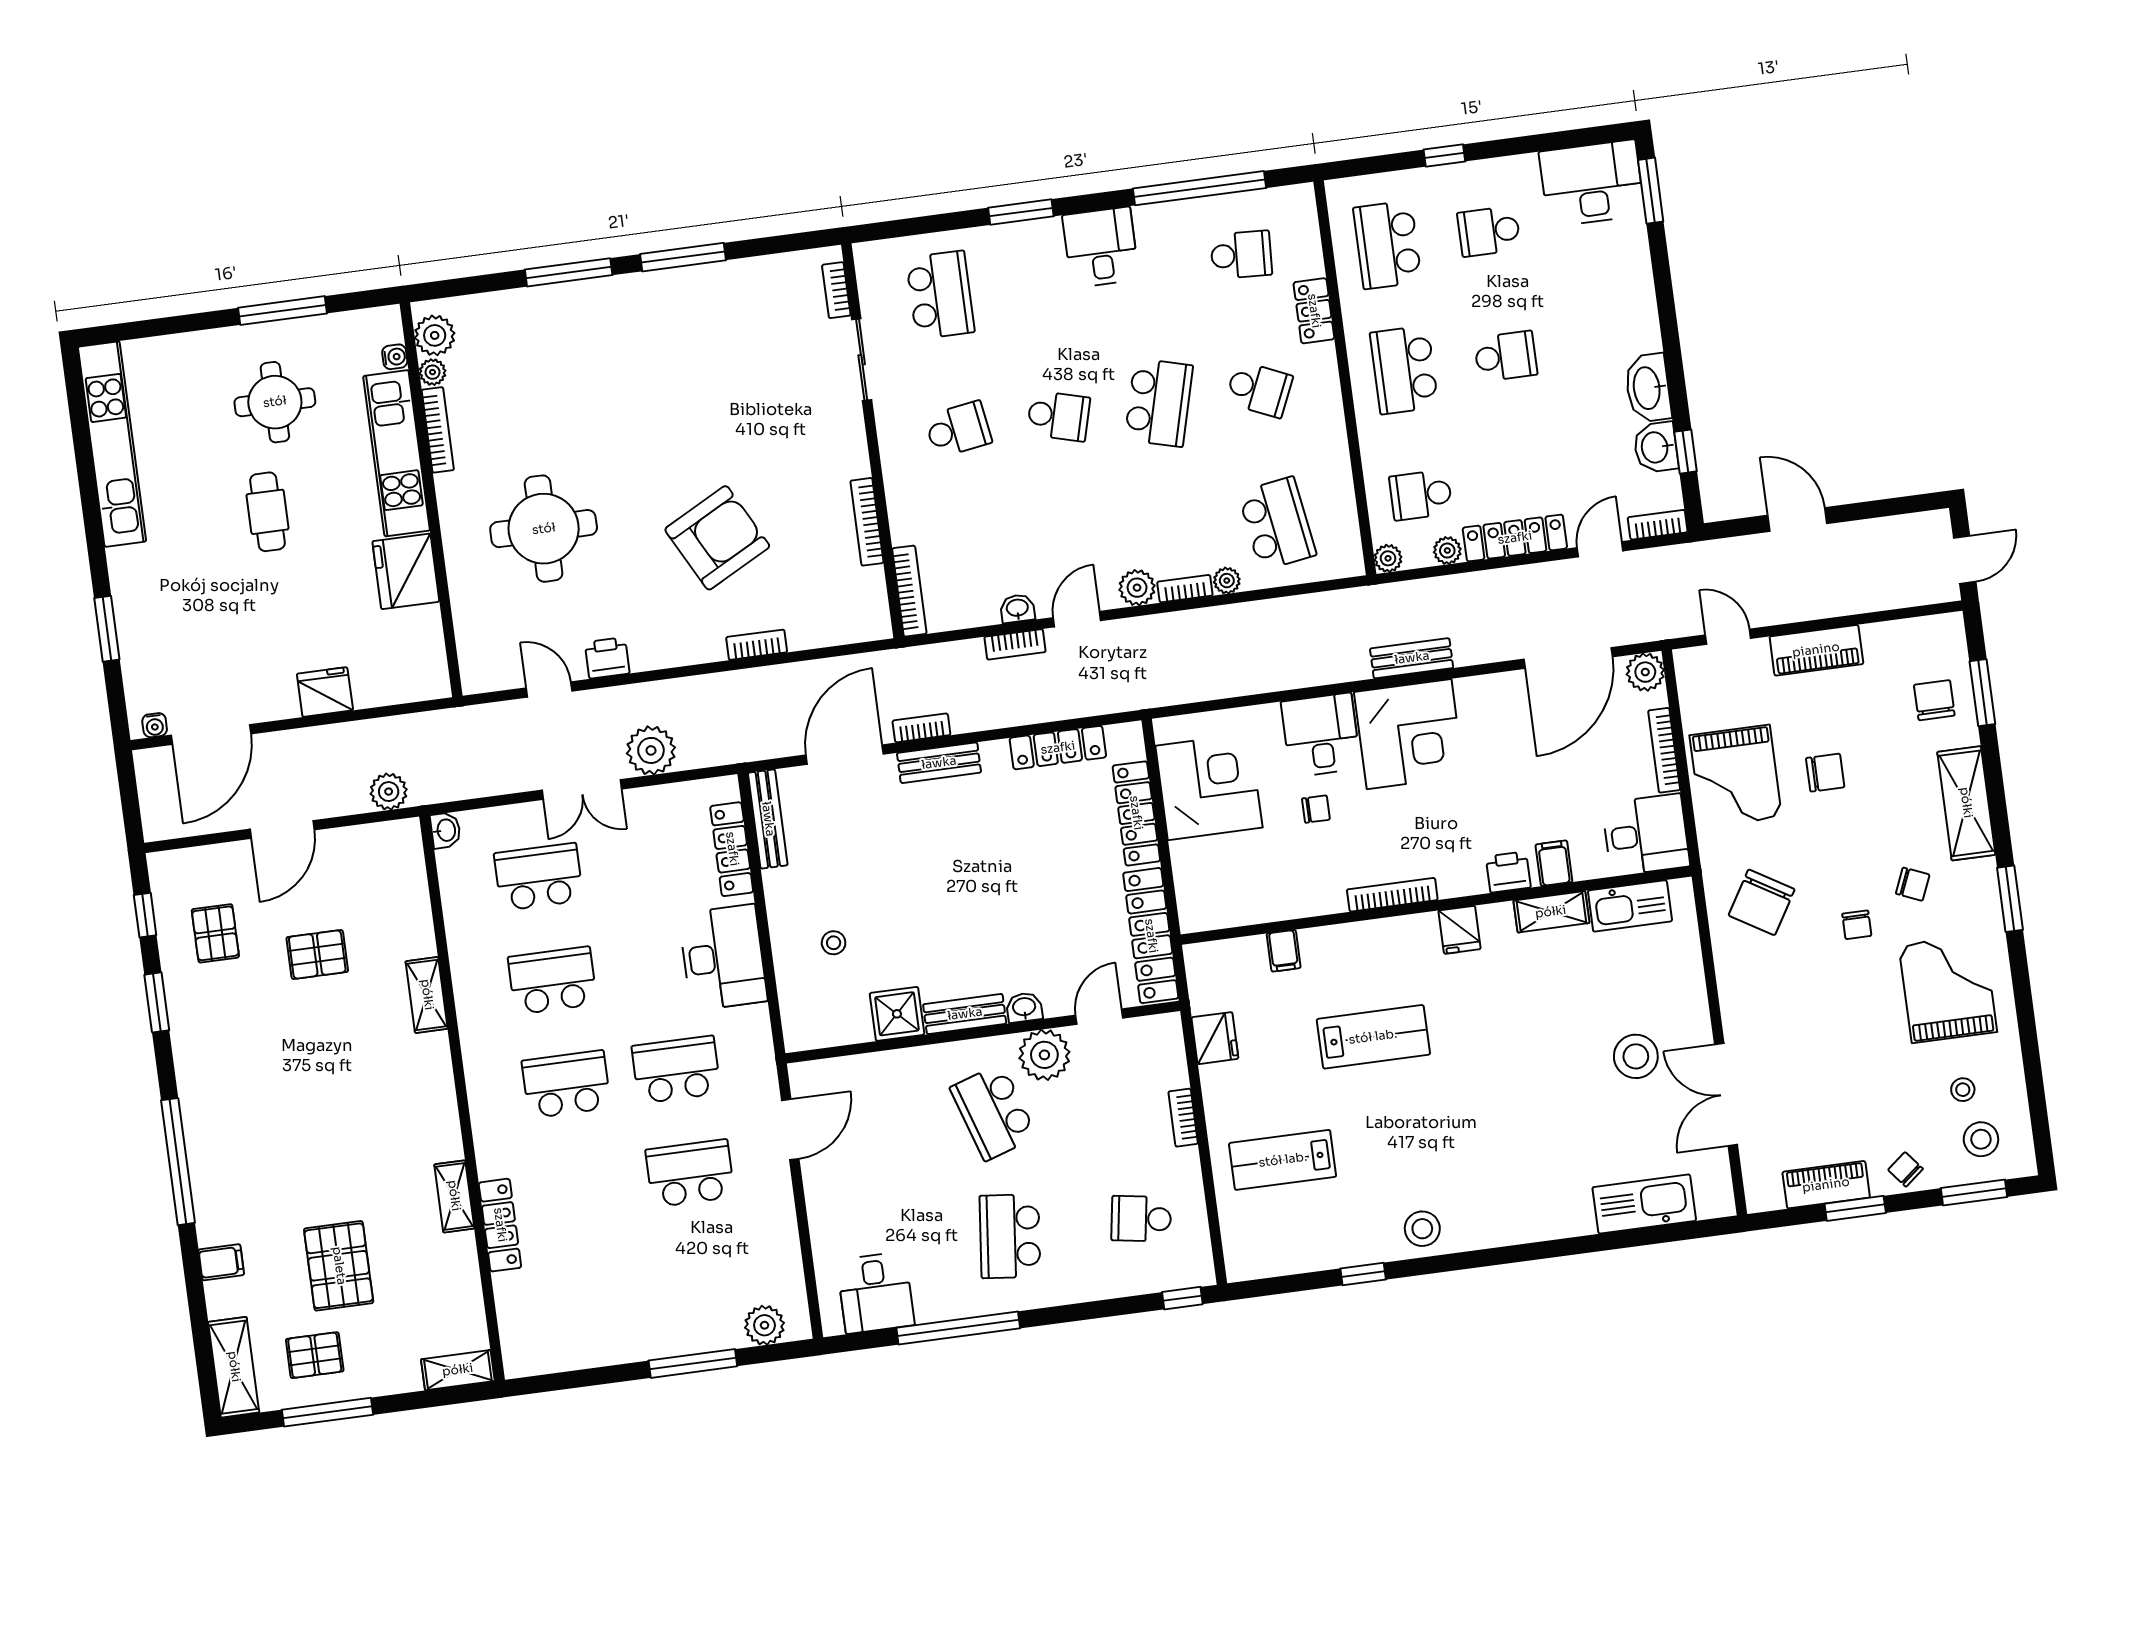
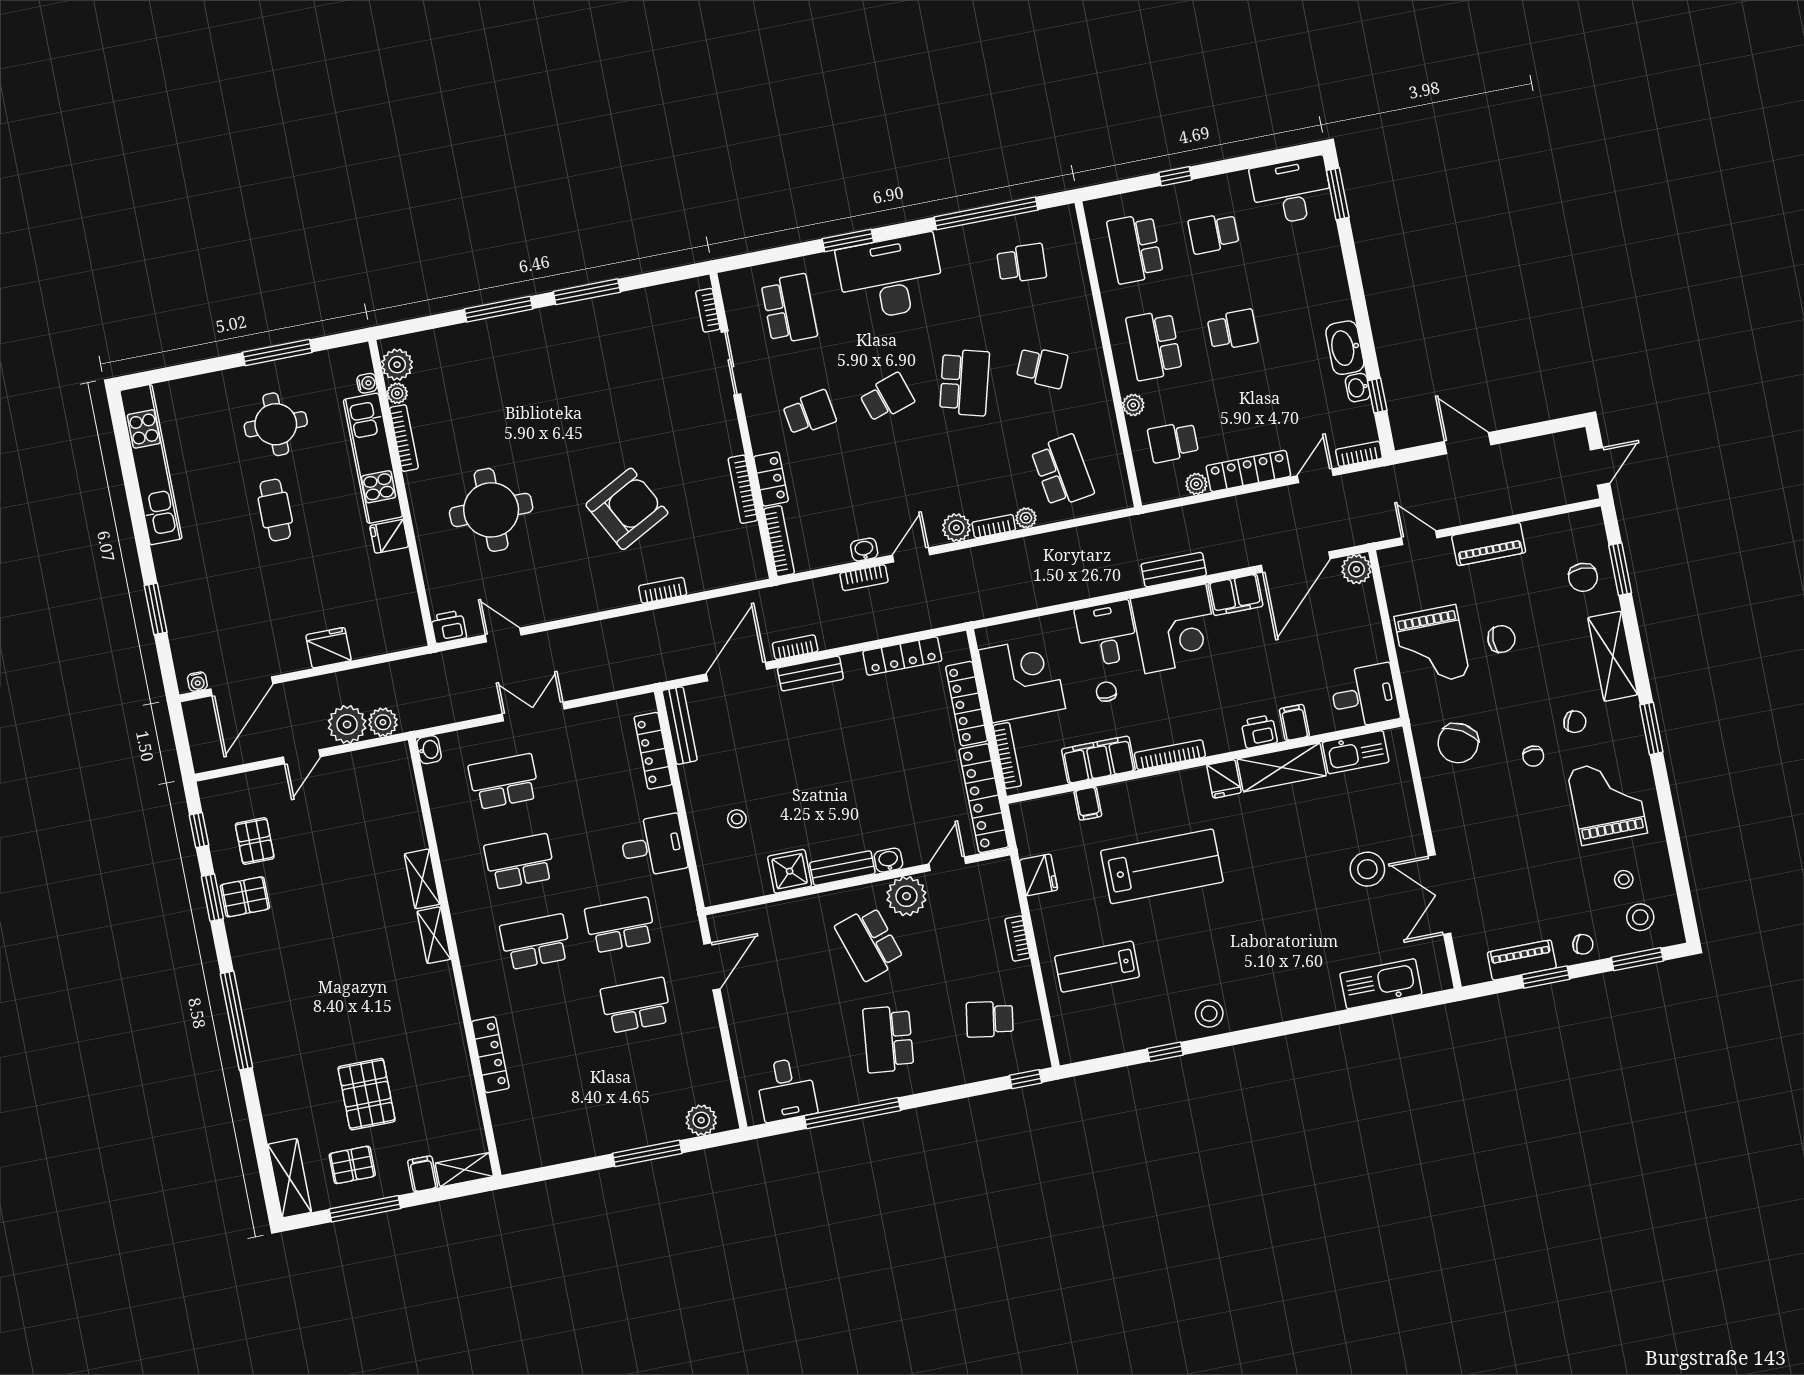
desk: (1101, 247) -> (891, 277), width x1.87, depth x1.30
locker: (1314, 311) -> (771, 479), moved, turned 180
school desk: (1058, 416) -> (887, 398), turned -33
washbasin: (1656, 447) -> (1358, 388), width x0.72, depth x0.69
plant: (1388, 558) -> (1133, 405), moved
fridge: (406, 571) -> (389, 536), width x0.53, depth x0.75
printer: (607, 658) -> (449, 627), moved
filing cabinet: (1489, 695) -> (1235, 595), added
chair: (1934, 700) -> (1583, 577), turned 180
plant: (651, 750) -> (347, 724), moved
bookcase: (1664, 750) -> (1007, 755), moved, turned 180
double door: (582, 790) -> (533, 712), swing flipped
chair: (1316, 809) -> (1106, 692), turned -90
door: (282, 830) -> (302, 757), width x0.73
filing cabinet: (1300, 895) -> (1098, 760), added
shelving: (1551, 912) -> (1282, 767), width x1.50, depth x1.33
pallet: (317, 954) -> (245, 897), moved
desk: (723, 957) -> (653, 846), width x0.73
lab bench: (1373, 1037) -> (1162, 866), width x1.36, depth x1.39
chair: (1905, 1169) -> (1583, 944), turned 147
shelving: (454, 1196) -> (434, 935), moved
filing cabinet: (221, 1262) -> (423, 1174), moved, turned -90

